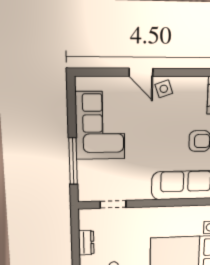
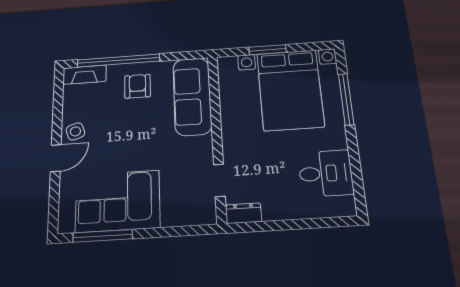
window: (73, 161) -> (103, 236), moved
dresser: (86, 243) -> (244, 213), moved

